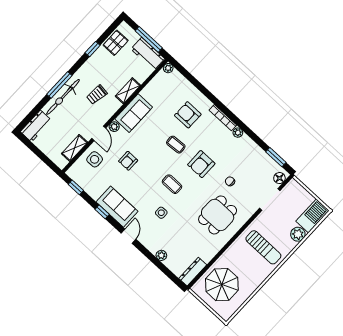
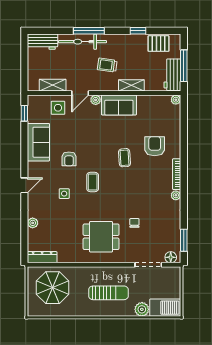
armchair: (128, 161) -> (69, 159), moved, turned -90
armchair: (201, 164) -> (128, 190), removed
sofa: (117, 207) -> (38, 142), moved
window: (102, 212) -> (24, 149), removed
sun lounger: (263, 247) -> (108, 293), turned -90

